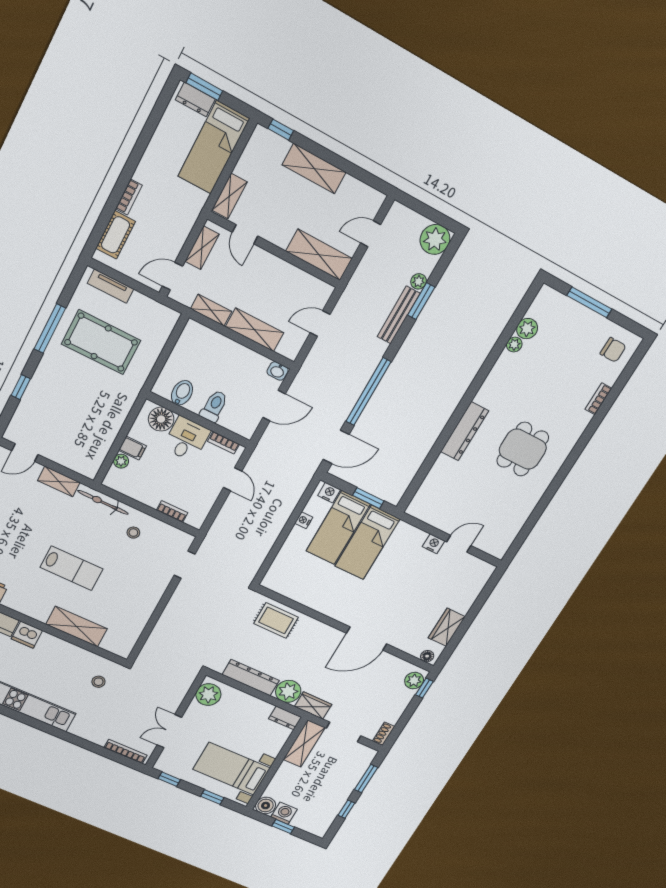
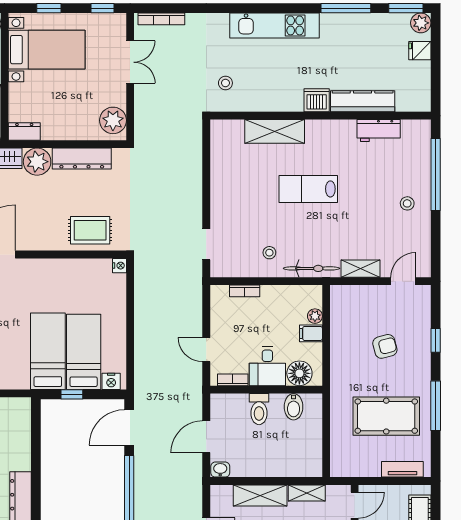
armchair: (71, 404) -> (385, 346), added
window: (368, 498) -> (72, 394), width x0.67
nightstand: (304, 520) -> (120, 266), moved

